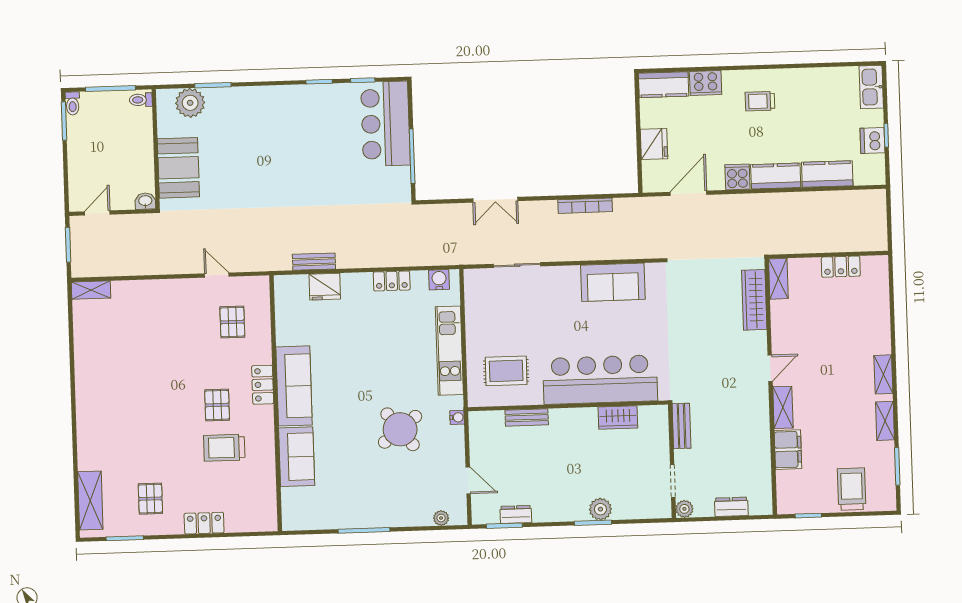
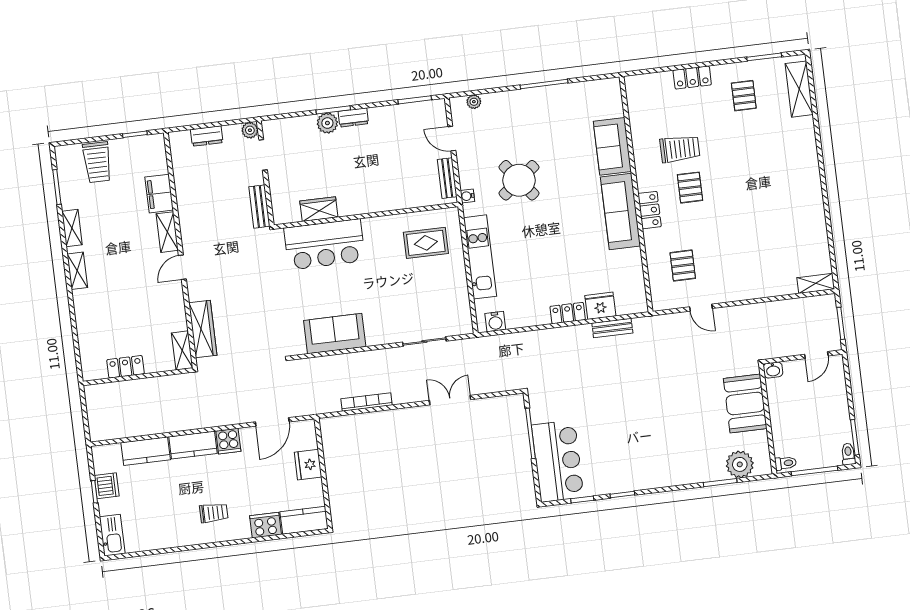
locker: (392, 281) -> (568, 313), moved
bar counter: (600, 380) -> (324, 244), width x0.73
bench: (527, 417) -> (447, 178), moved, turned 90
dresser: (516, 515) -> (353, 117), moved

